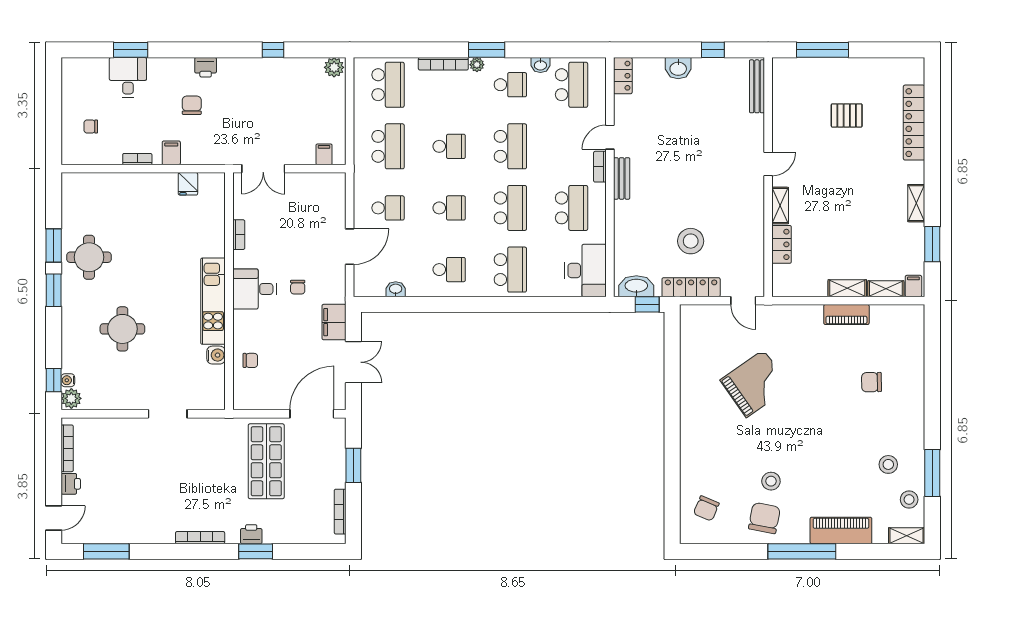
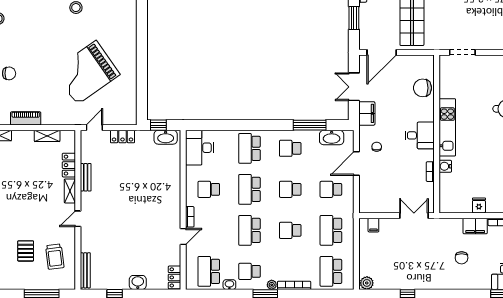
printer: (206, 67) -> (452, 283), removed
trolley: (803, 107) -> (55, 257), added
pallet: (847, 115) -> (26, 251), turned 90
filing cabinet: (171, 153) -> (475, 226), width x2.00
bench: (622, 178) -> (86, 177), moved
fridge: (188, 184) -> (479, 205), moved
school desk: (571, 208) -> (209, 189), width x0.54
stool: (691, 241) -> (129, 167), removed
chair: (298, 287) -> (377, 147), moved
locker: (691, 287) -> (123, 137), width x0.66
shelving: (847, 288) -> (47, 136), moved
washbasin: (396, 289) -> (332, 138), width x1.91, depth x1.45
door: (743, 301) -> (94, 128), hinge flipped
window: (420, 304) -> (310, 125), added
water cooler: (216, 355) -> (445, 166), moved
chair: (250, 360) -> (423, 88), width x1.87, depth x1.87
grand piano: (755, 384) -> (87, 72), width x1.37, depth x1.48
doorway: (168, 414) -> (462, 52), moved

